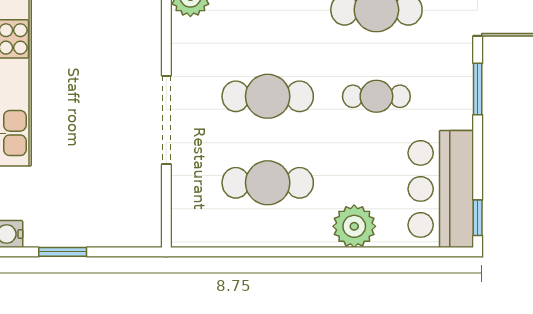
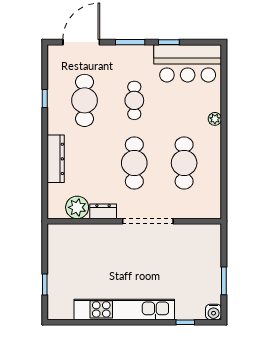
dresser: (184, 42) -> (103, 211), added
window: (478, 218) -> (169, 42), moved
plant: (354, 226) -> (215, 119), width x0.53, depth x0.53

